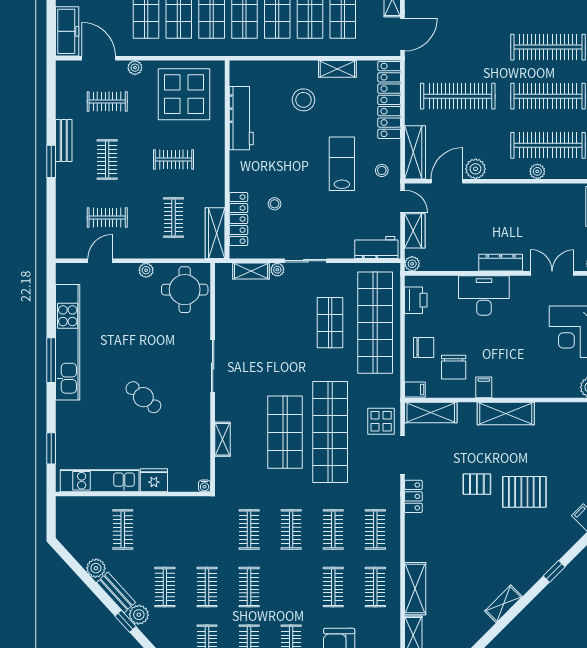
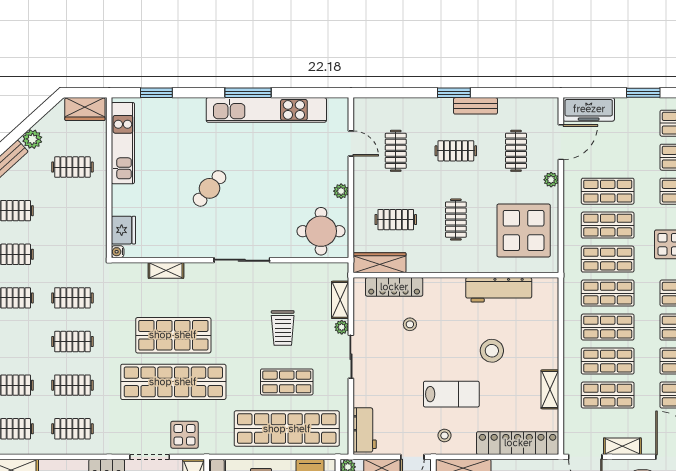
stool: (303, 100) -> (492, 351), moved
trolley: (278, 327) -> (283, 328), added
fridge: (154, 480) -> (123, 230), moved
wardrobe: (67, 517) -> (85, 109), added

